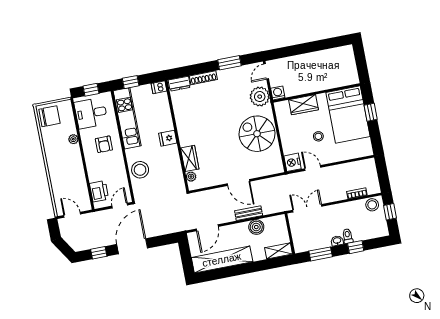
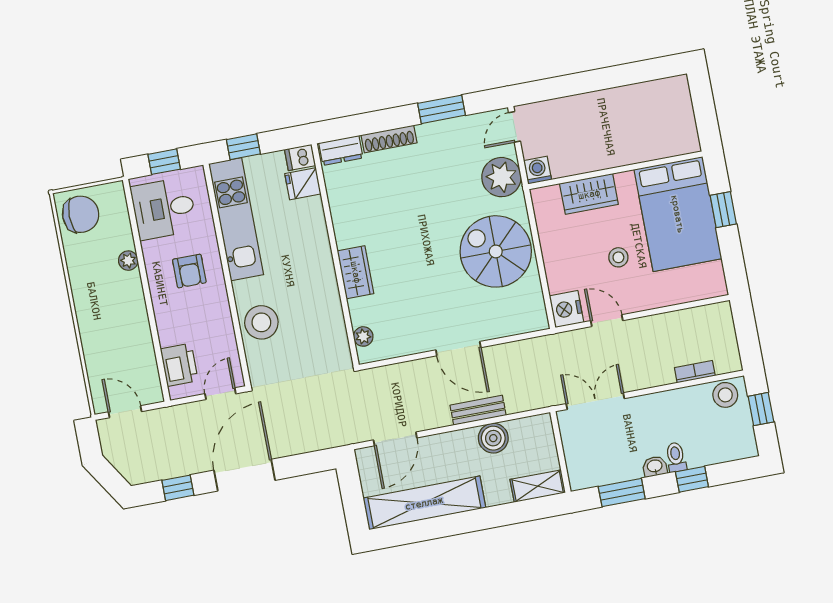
fridge: (168, 138) -> (303, 184), moved
wardrobe: (190, 158) -> (356, 272), moved

